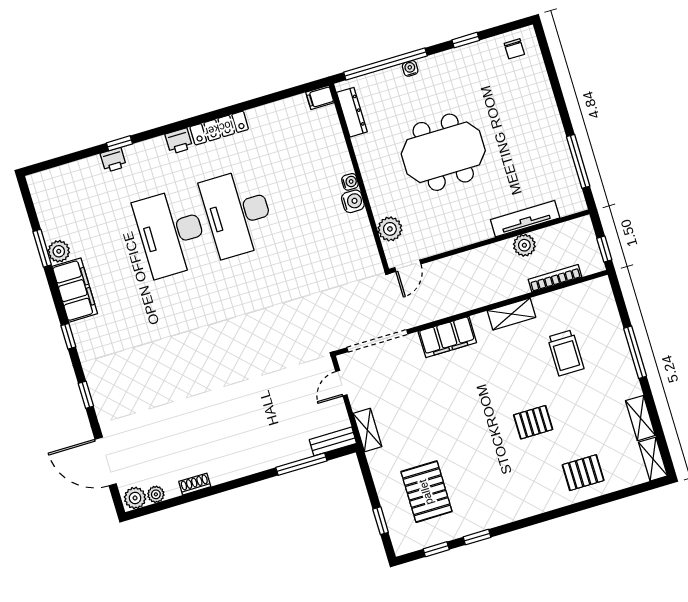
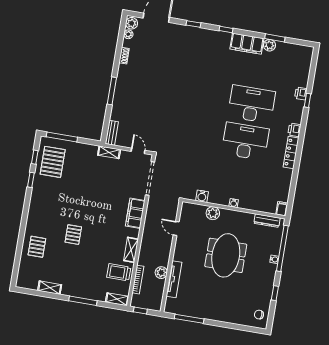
water cooler: (353, 201) -> (202, 196), moved
plant: (390, 229) -> (213, 213), moved
door: (408, 266) -> (176, 228), moved
trolley: (566, 353) -> (119, 272), moved
shelving: (653, 459) -> (117, 299), moved
window: (301, 464) -> (112, 91), moved
pallet: (426, 492) -> (53, 162), moved, turned 90
window: (381, 521) -> (62, 137), width x2.17

